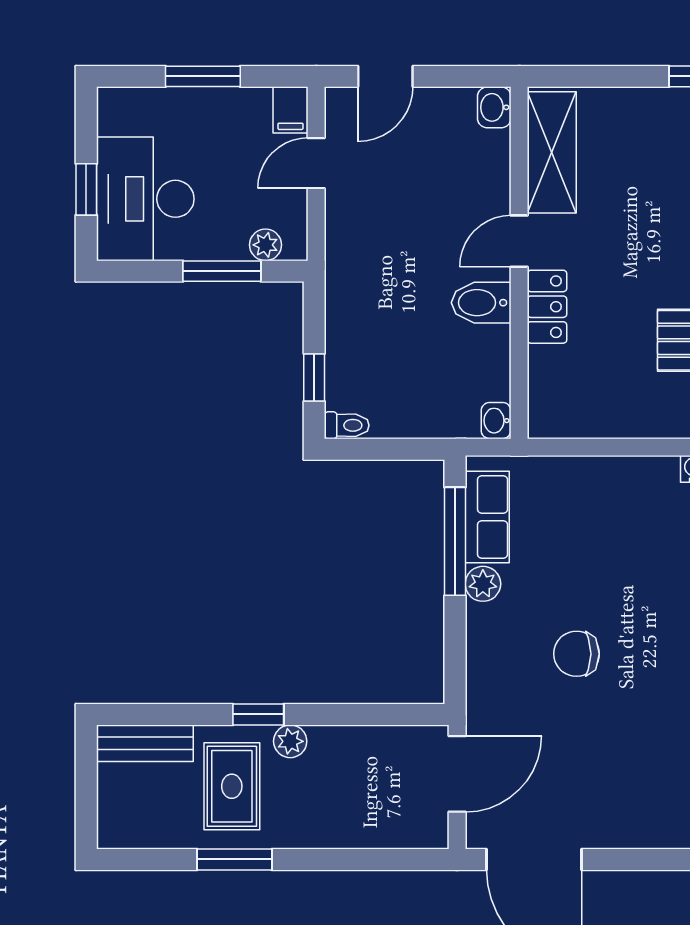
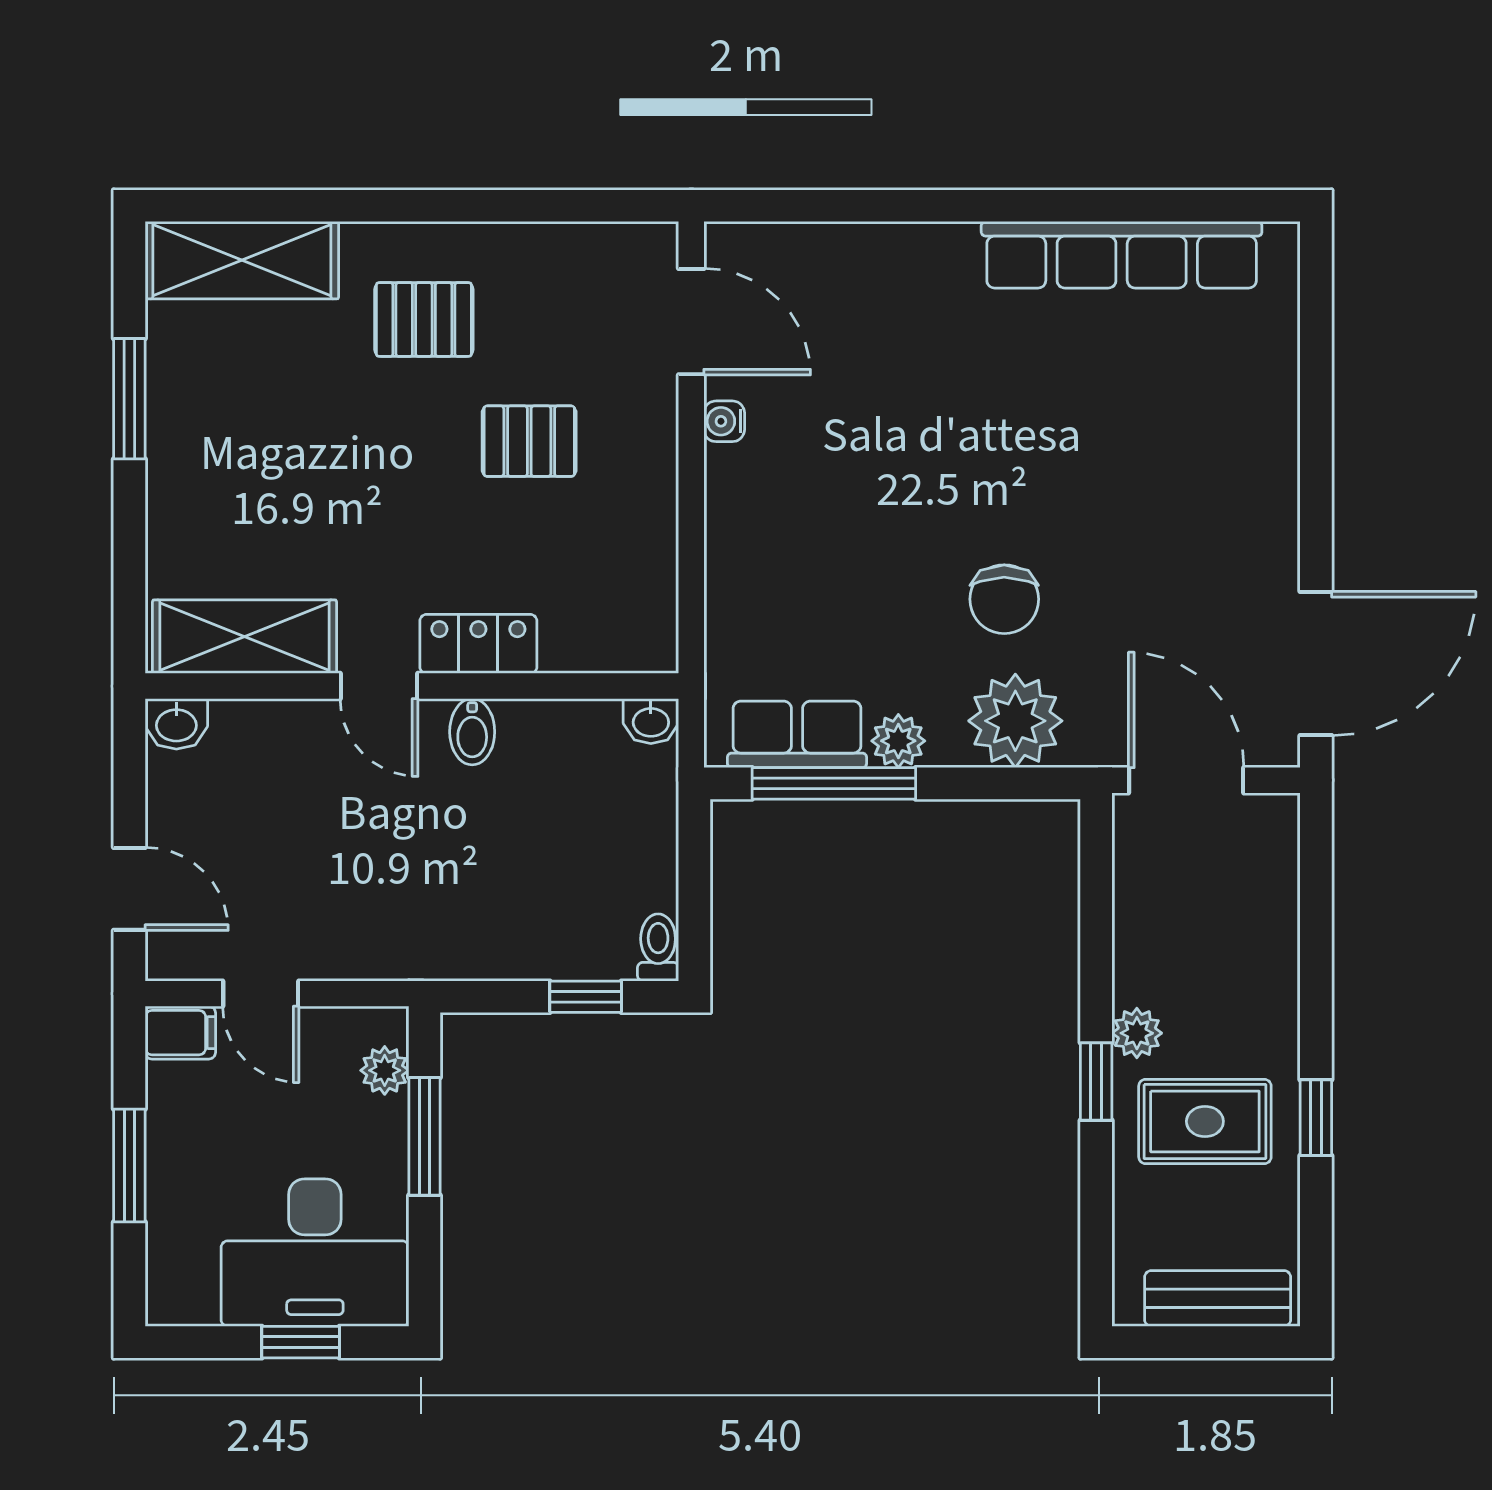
bidet: (481, 303) -> (472, 732), width x0.72, depth x0.74
plant: (496, 661) -> (1015, 721), added
bench: (145, 743) -> (1218, 1298), moved, turned 90
window: (234, 859) -> (1316, 1118), width x0.67

